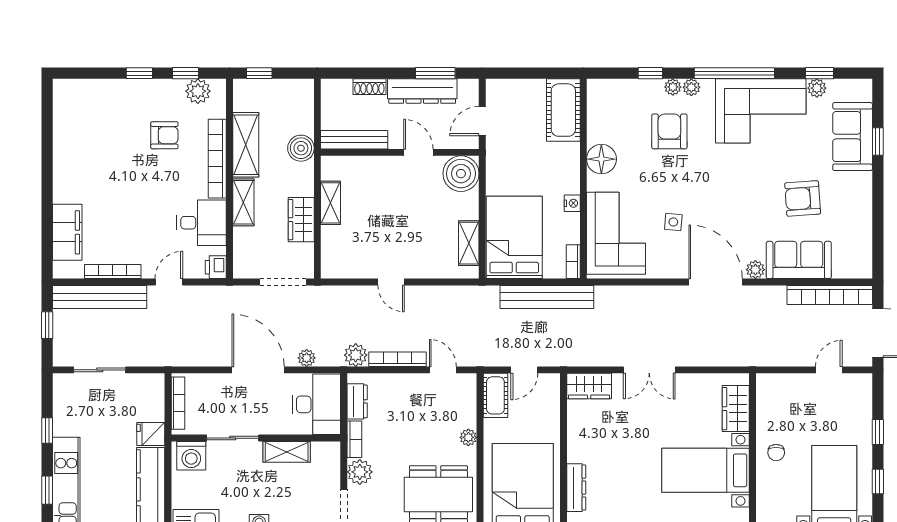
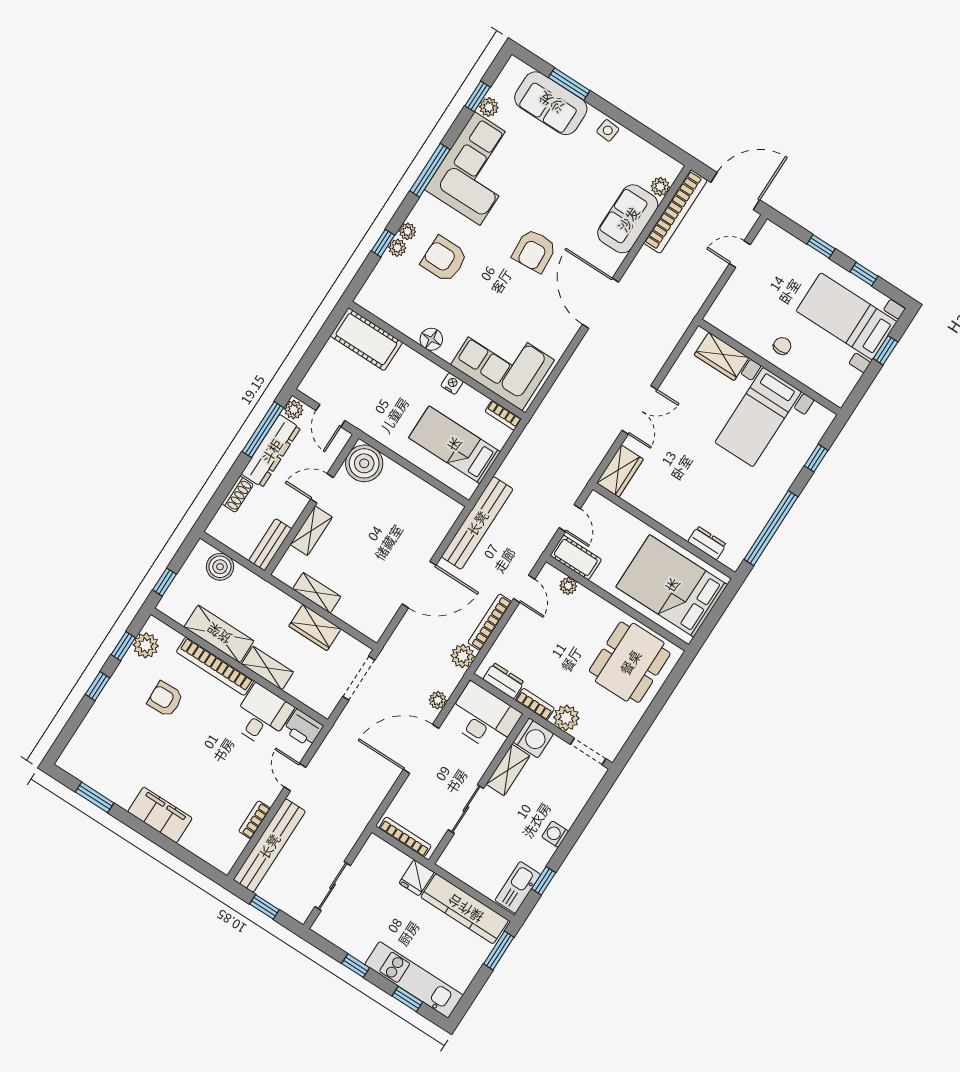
window: (435, 73) -> (263, 430), width x1.44
window: (734, 73) -> (430, 170), width x0.68
plant: (691, 87) -> (397, 248), moved
plant: (468, 88) -> (294, 410), added
window: (47, 129) -> (95, 797), added
armchair: (164, 135) -> (165, 699), turned -92
bench: (354, 140) -> (270, 545), width x0.73
window: (878, 141) -> (569, 84), width x1.50
boiler: (301, 148) -> (220, 567), moved
floor lamp: (601, 159) -> (431, 339), width x0.73, depth x0.73
armchair: (803, 198) -> (534, 251), moved
side table: (673, 222) -> (608, 130), moved
filing cabinet: (67, 232) -> (160, 815), moved
bed: (514, 237) -> (454, 445), width x0.67
shelving: (469, 243) -> (311, 531), moved, turned 90
printer: (216, 267) -> (303, 728), width x1.36, depth x1.24
plant: (755, 270) -> (660, 187), moved
bookcase: (113, 271) -> (255, 820), width x0.64
door: (391, 282) -> (419, 585), width x1.87
door: (716, 282) -> (600, 303), hinge flipped
bench: (547, 297) -> (477, 523), moved
door: (443, 370) -> (524, 589), swing flipped
door: (829, 370) -> (740, 254), hinge flipped
plant: (468, 437) -> (568, 586), moved
chair: (776, 453) -> (782, 346), turned -90
washing machine: (191, 456) -> (533, 738), moved
dresser: (576, 488) -> (707, 543), width x0.70

